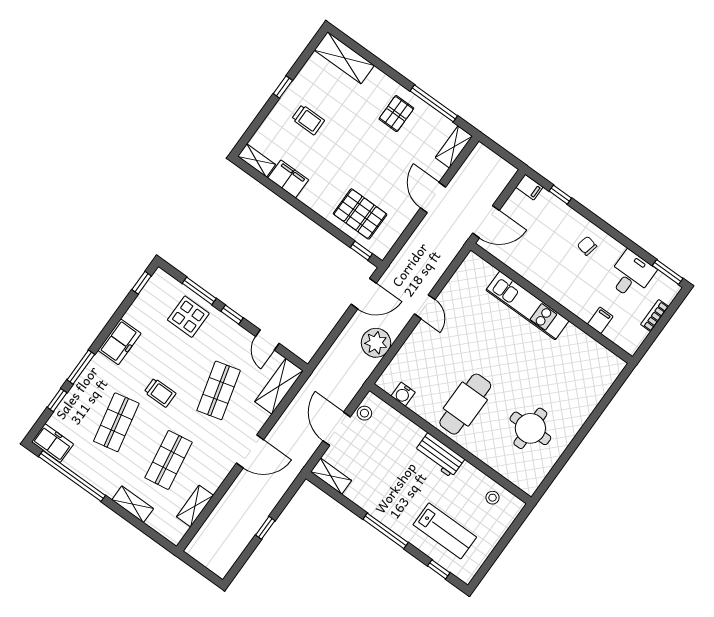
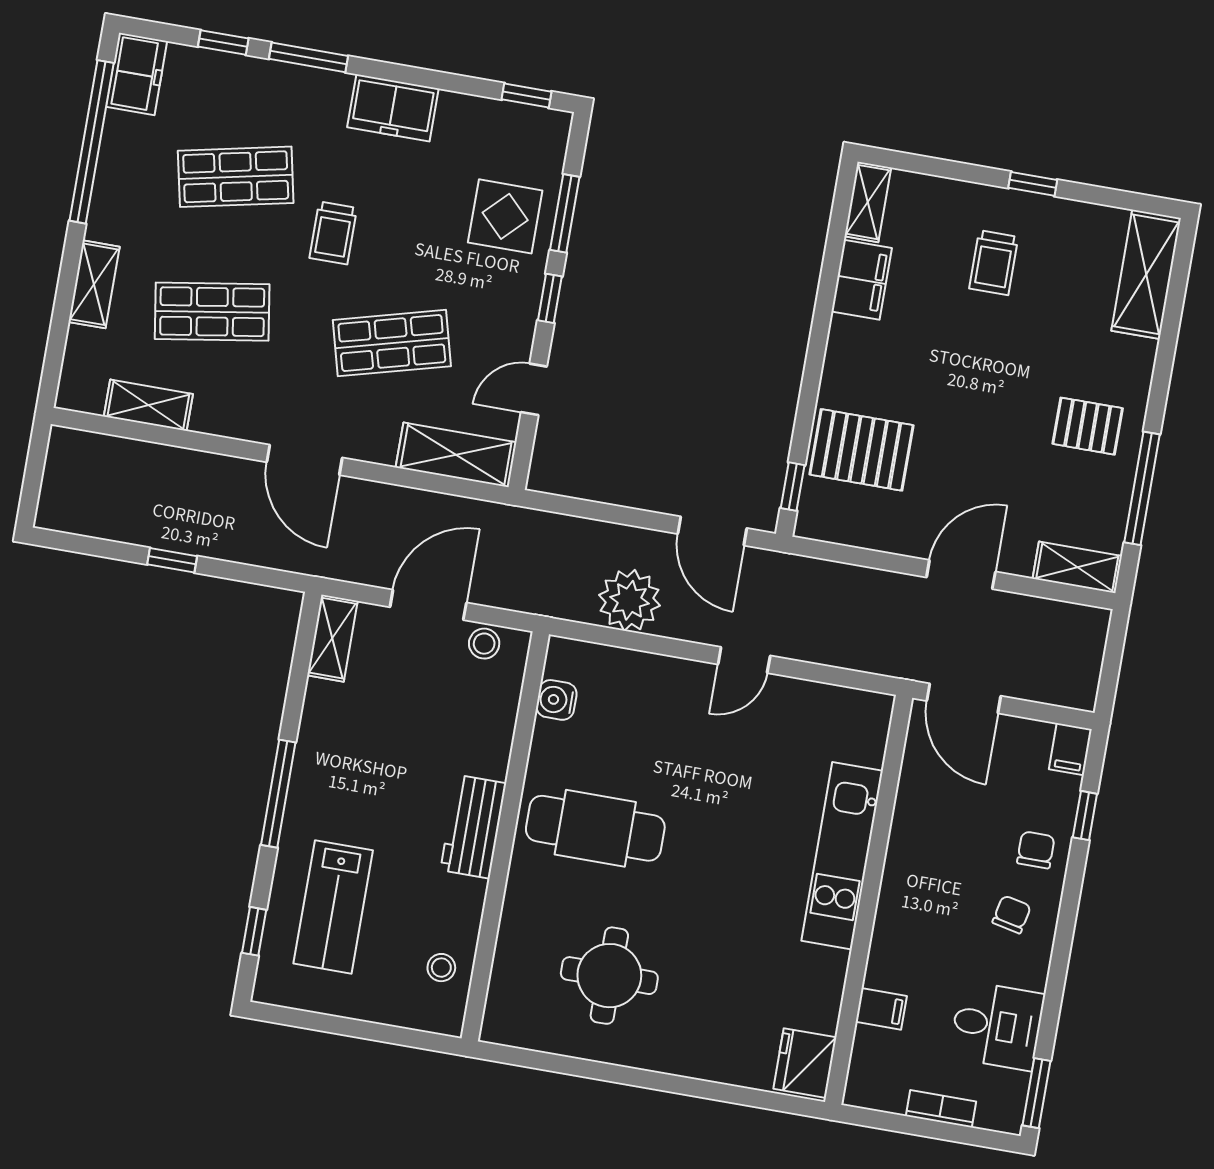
pallet: (360, 214) -> (862, 450), turned 90
chair: (565, 222) -> (1036, 850), added
fridge: (607, 364) -> (805, 1063), added

